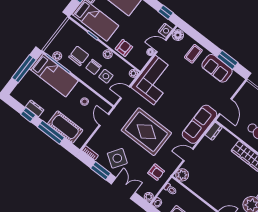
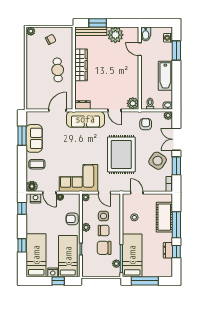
door: (104, 120) -> (137, 193), swing flipped

